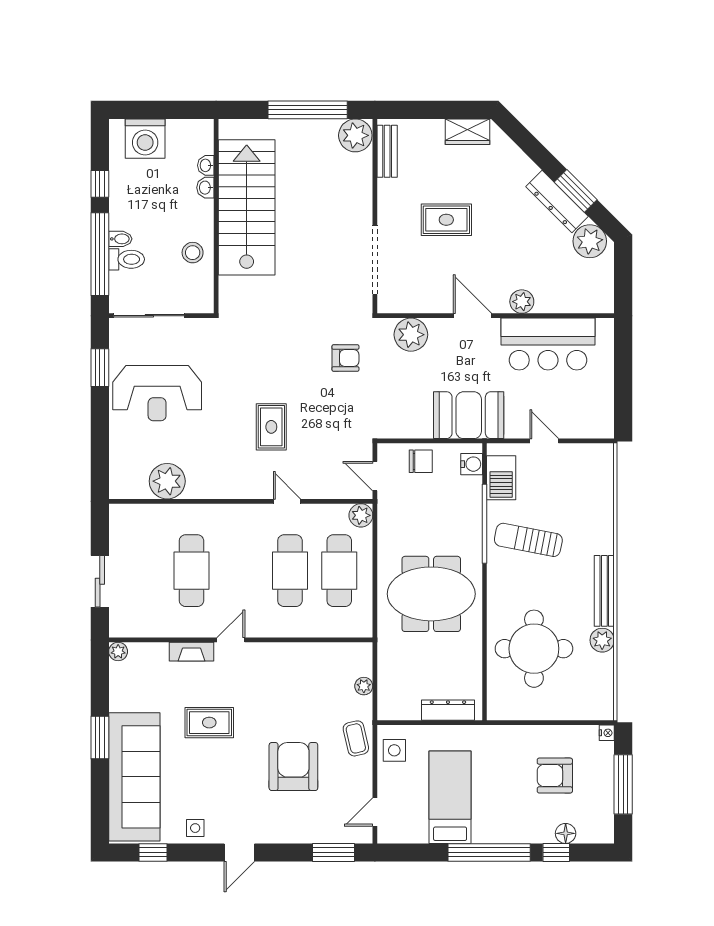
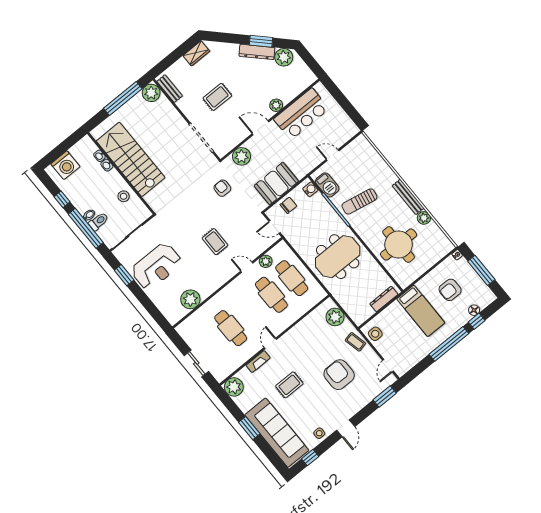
armchair: (345, 358) -> (222, 188), turned -90
booth: (469, 415) -> (276, 183), moved
plant: (361, 515) -> (266, 261), moved
plant: (118, 652) -> (234, 387), width x1.88, depth x1.88
plant: (364, 686) -> (335, 317), width x1.88, depth x1.88
bed: (450, 797) -> (421, 311), moved, turned 180

